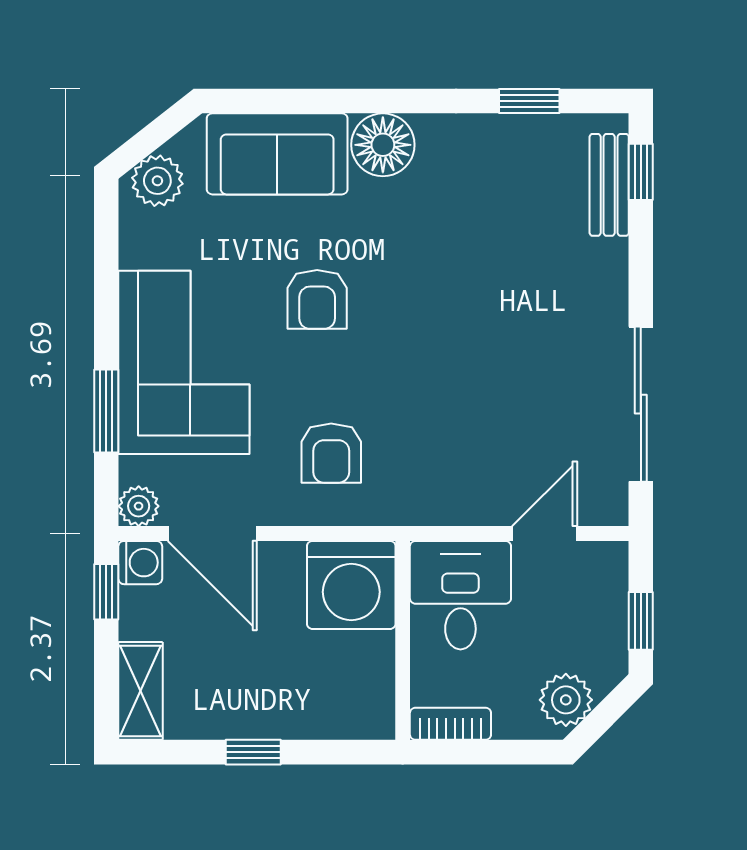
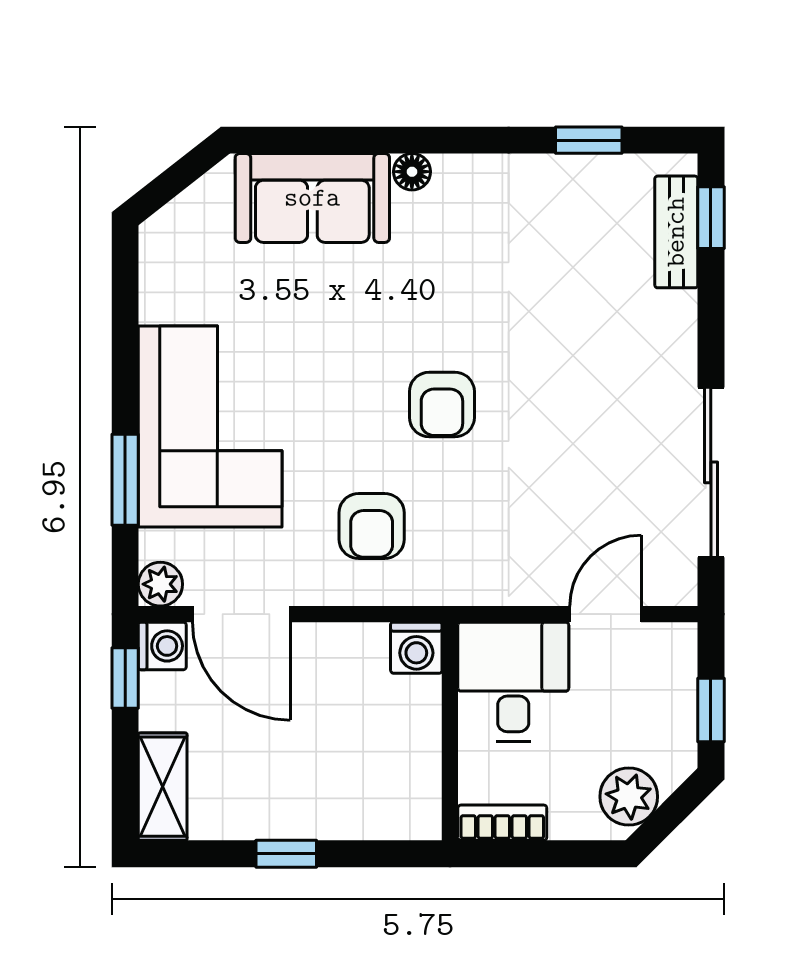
floor lamp: (383, 145) -> (412, 172), width x0.53, depth x0.53
plant: (157, 181) -> (181, 227), removed
armchair: (317, 299) -> (442, 404), moved
washing machine: (351, 585) -> (416, 648), width x0.53, depth x0.53

